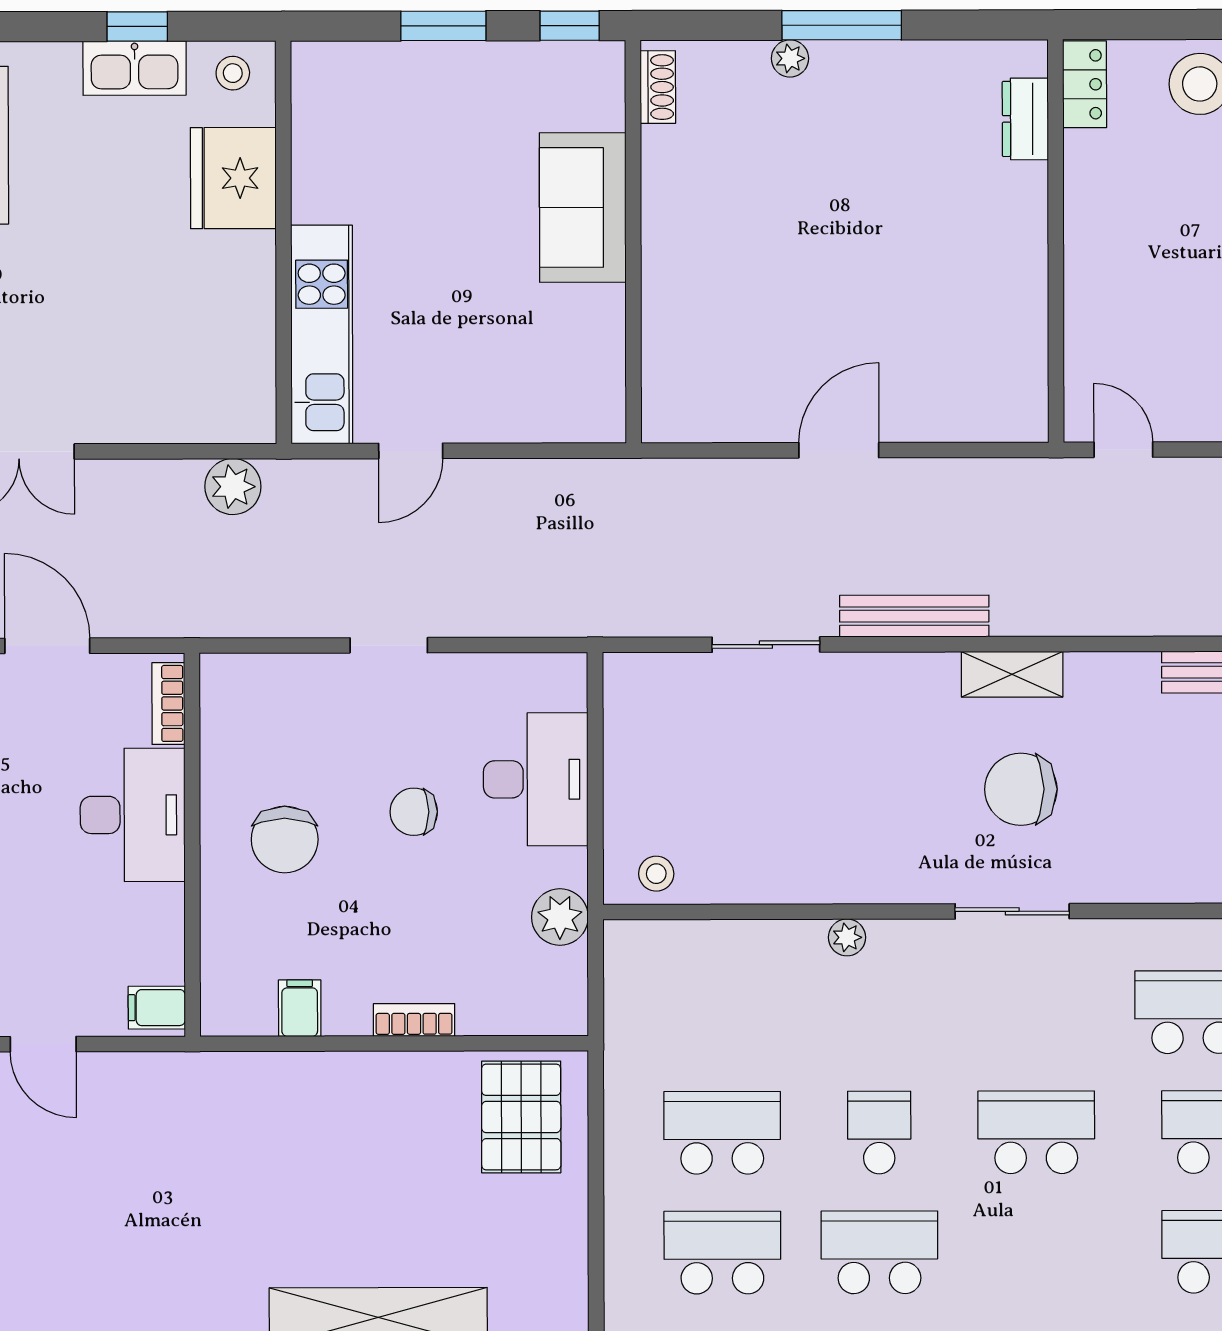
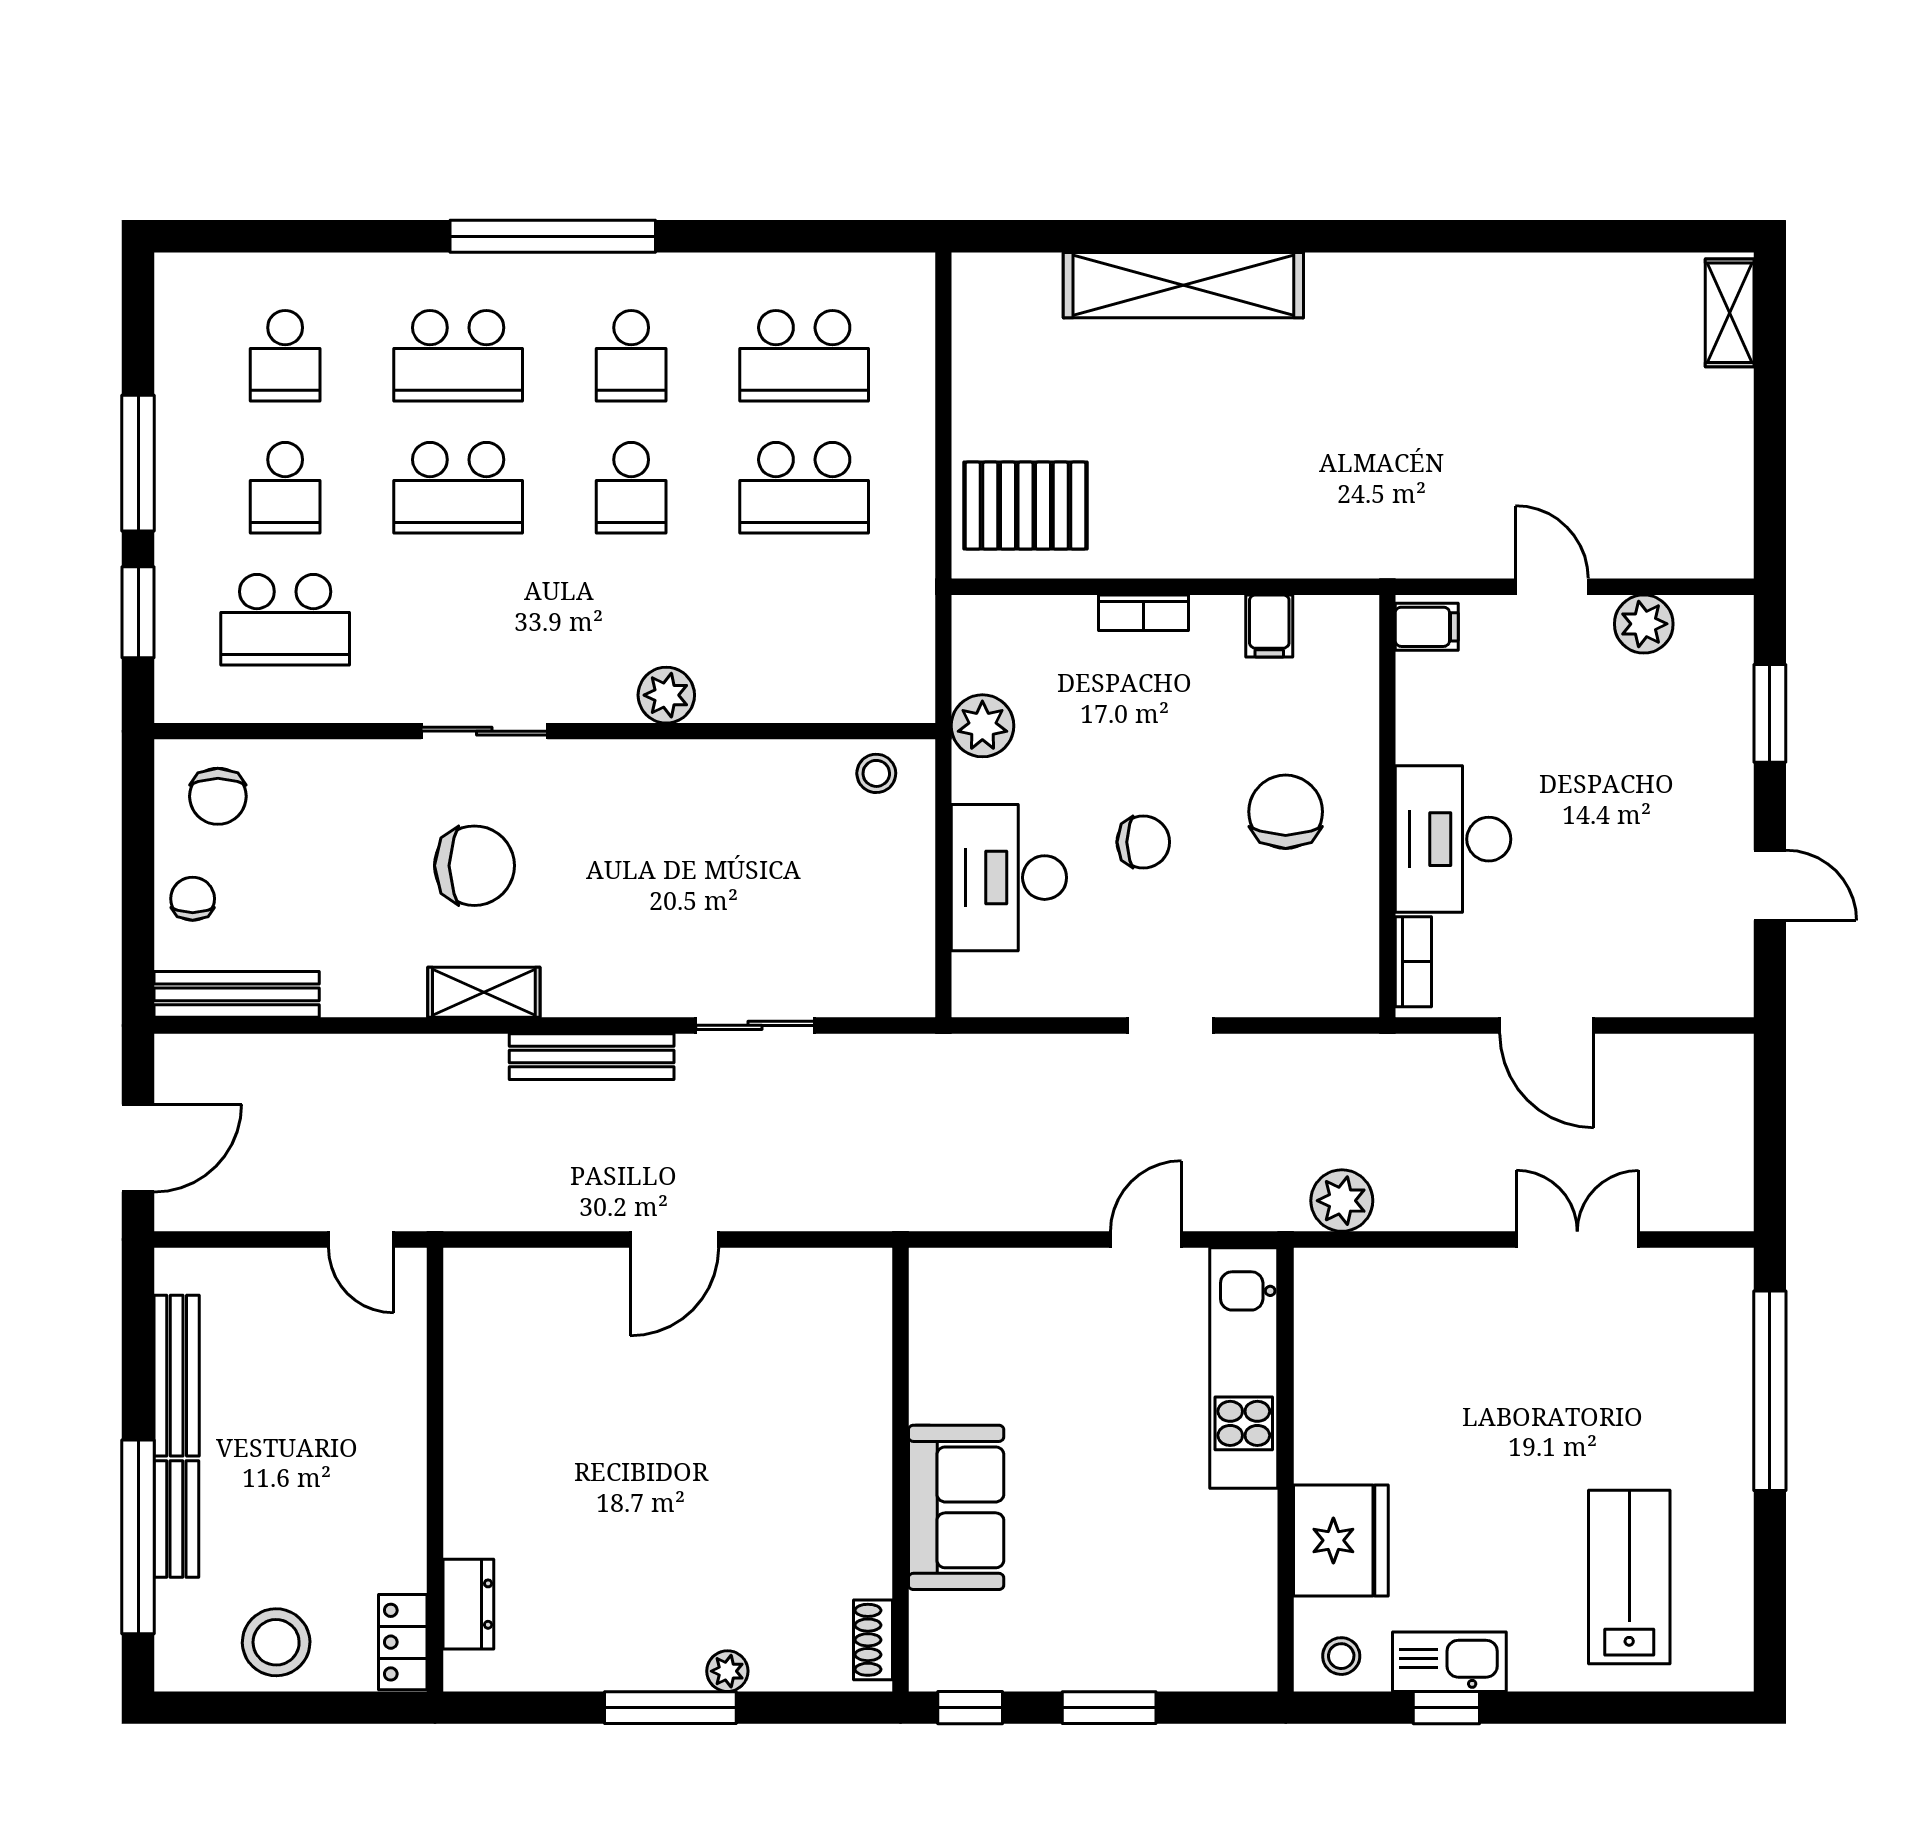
plant: (847, 937) -> (666, 695), width x1.38, depth x1.38
pallet: (521, 1117) -> (1026, 506), turned 90
school desk: (879, 1252) -> (631, 356), width x0.54
school desk: (1036, 1252) -> (458, 356), added

